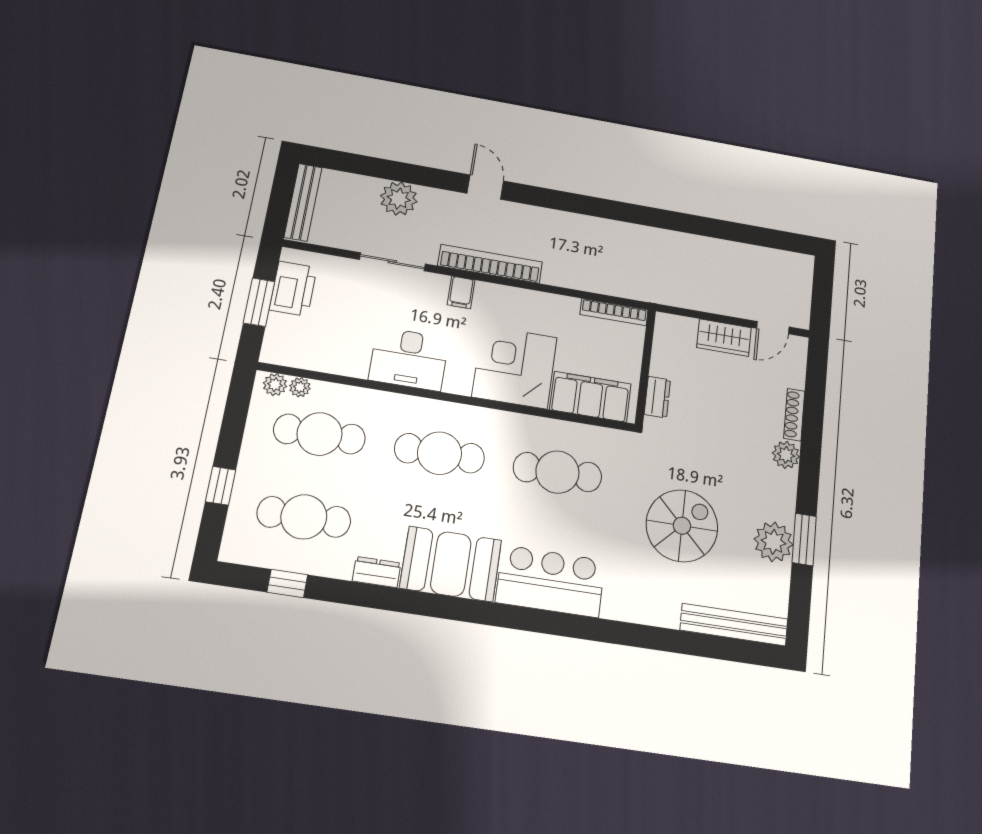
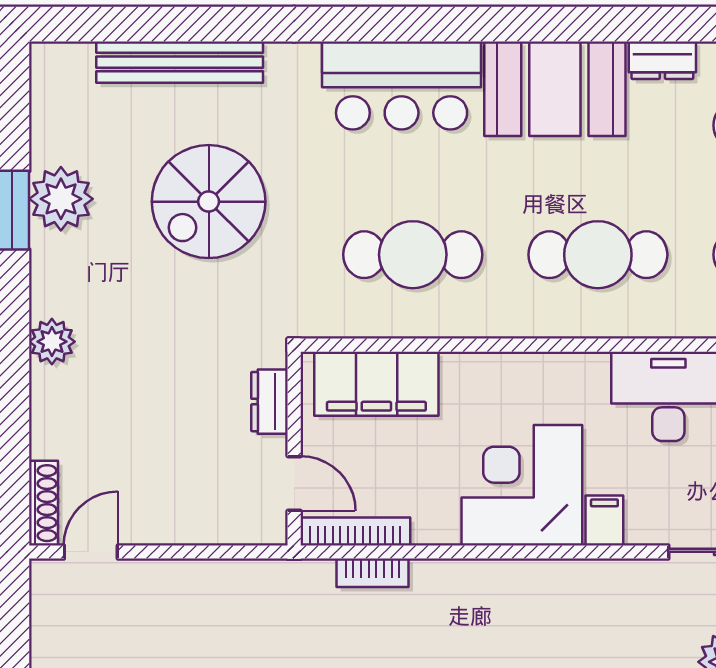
bookcase: (490, 264) -> (373, 573), moved, width x0.43, depth x0.76
wardrobe: (724, 338) -> (171, 520), removed
door: (648, 346) -> (294, 483), added
corner desk: (515, 367) -> (522, 485), moved, turned 180
shoe rack: (794, 415) -> (44, 503), moved
bench: (734, 625) -> (180, 62), moved

